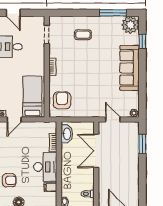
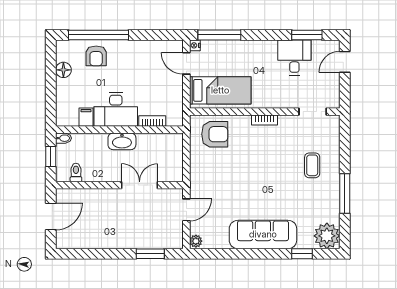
window: (113, 13) -> (345, 193), moved
washbasin: (67, 134) -> (122, 141), moved
double door: (96, 151) -> (140, 185), width x0.73

